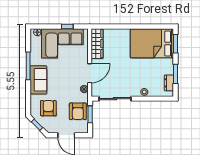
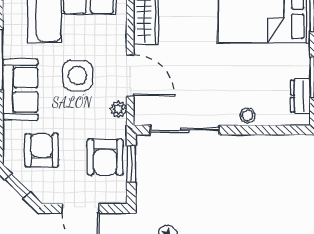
side table: (65, 73) -> (78, 75), added
door: (90, 73) -> (130, 75), hinge flipped

